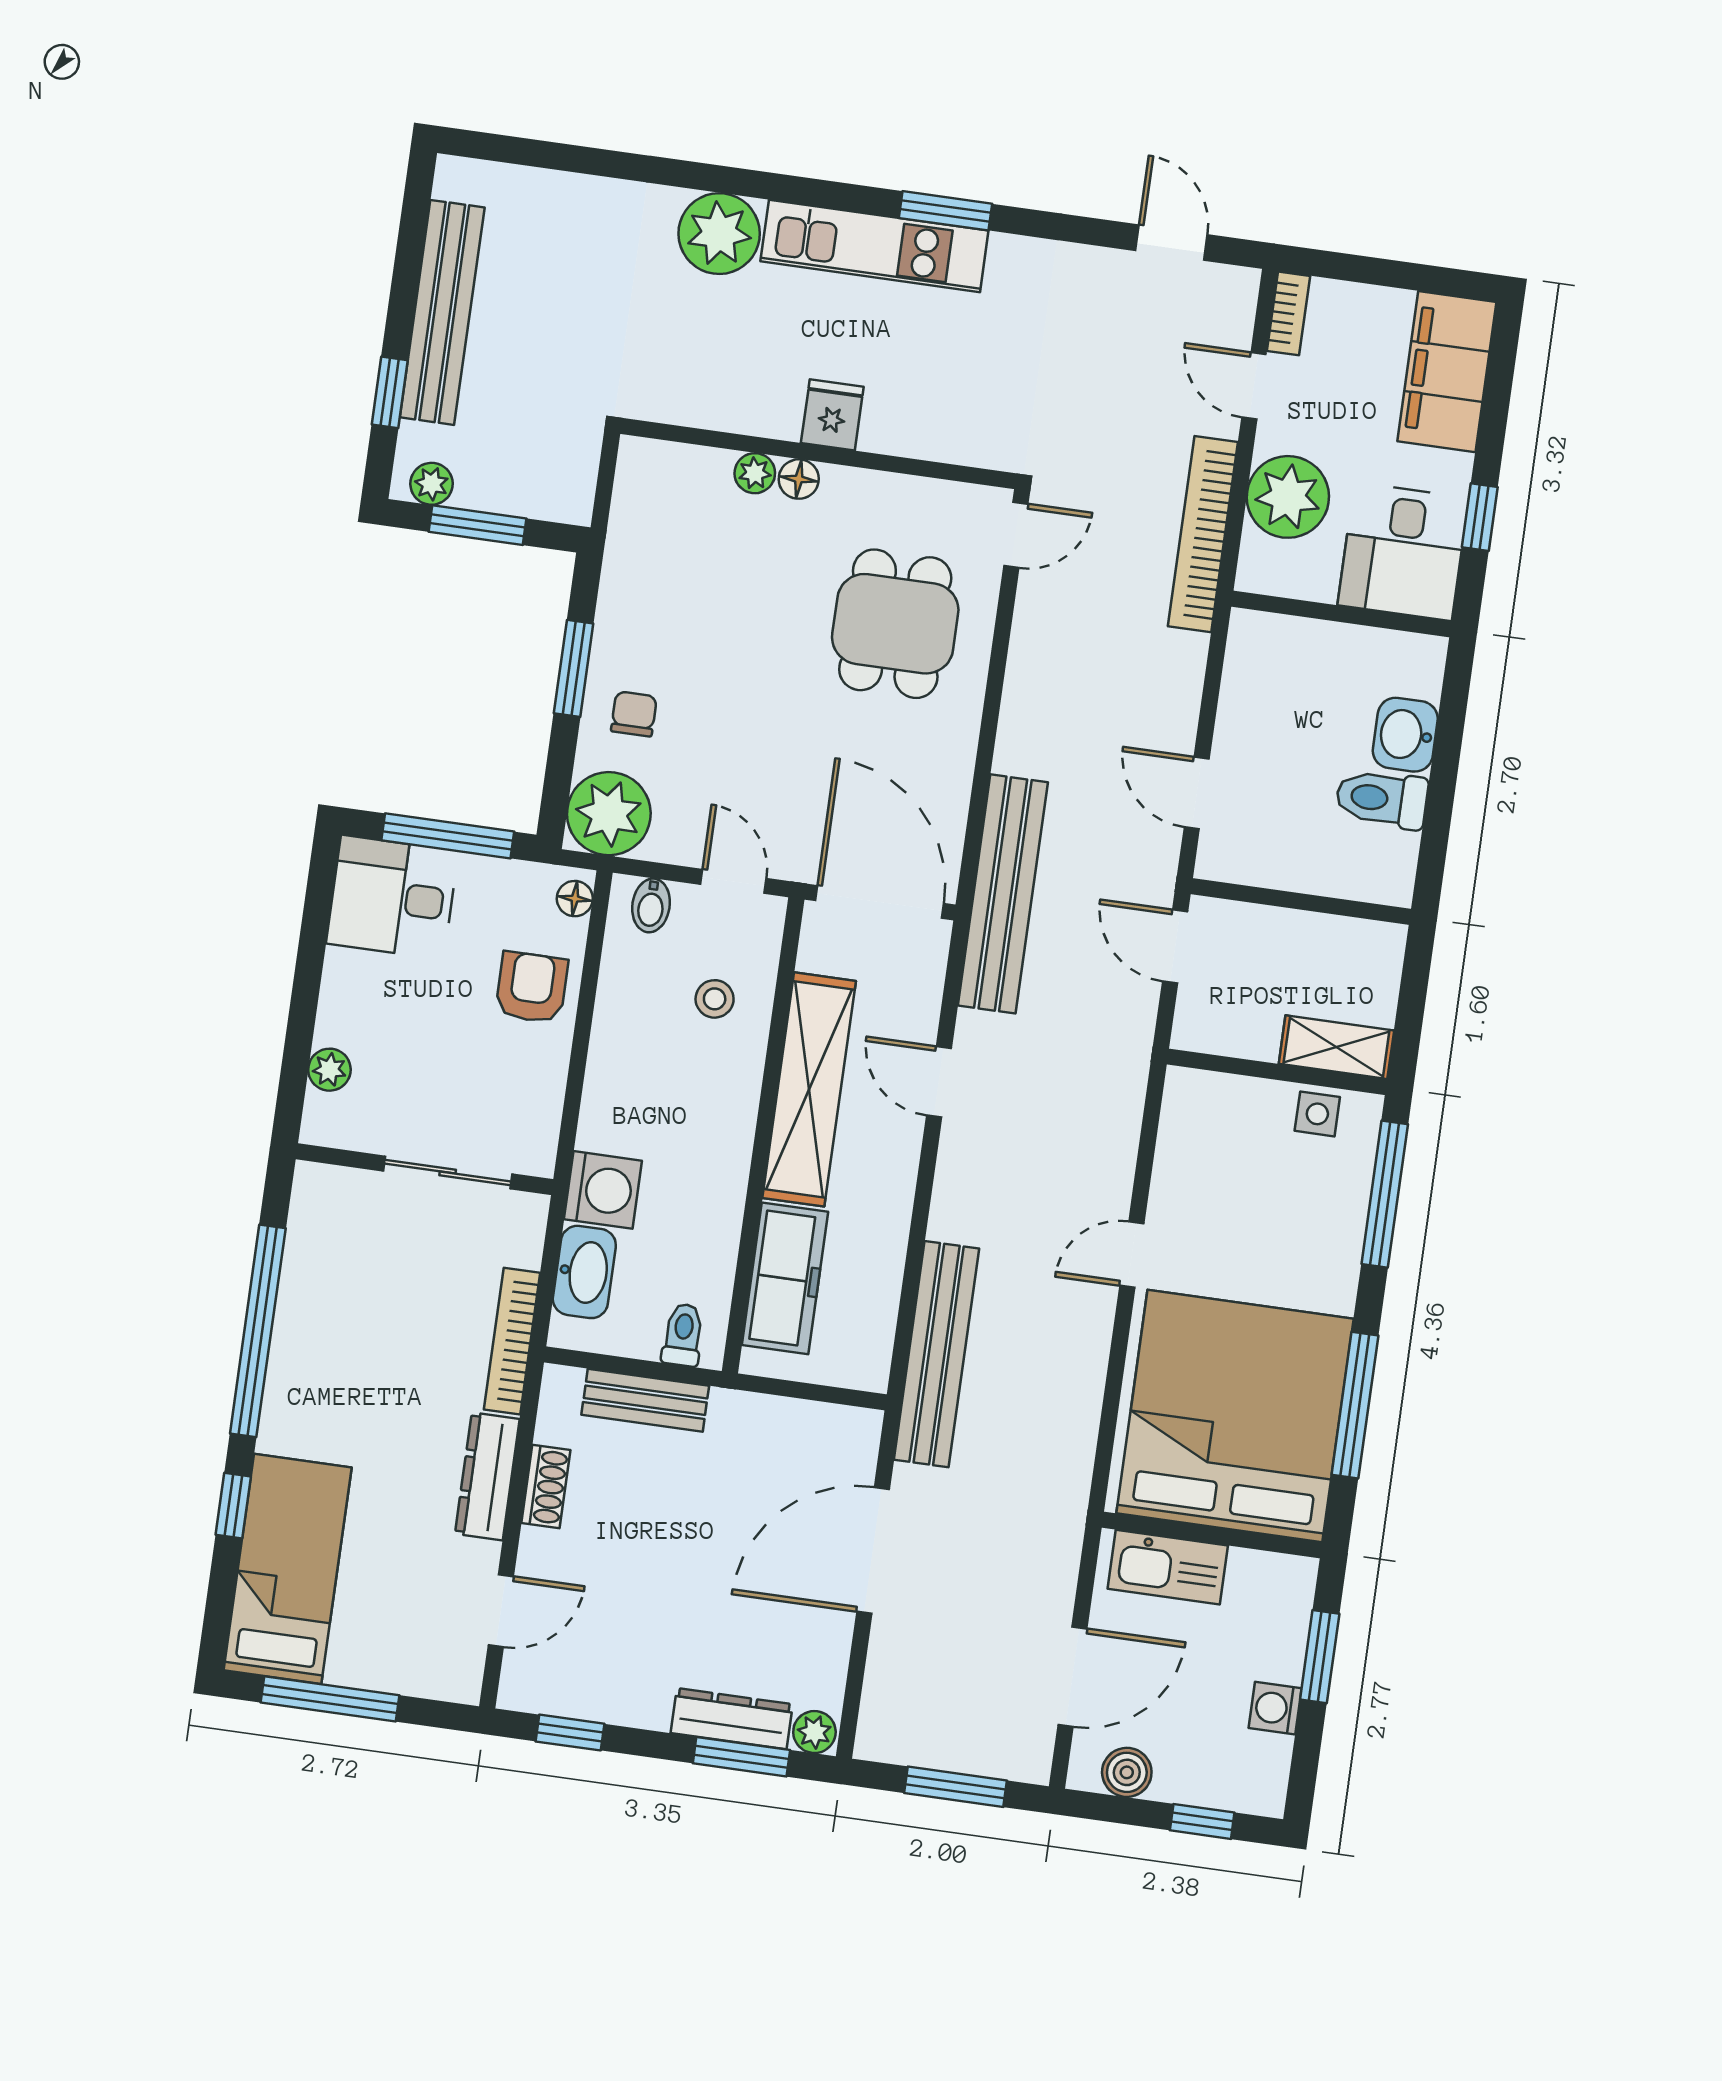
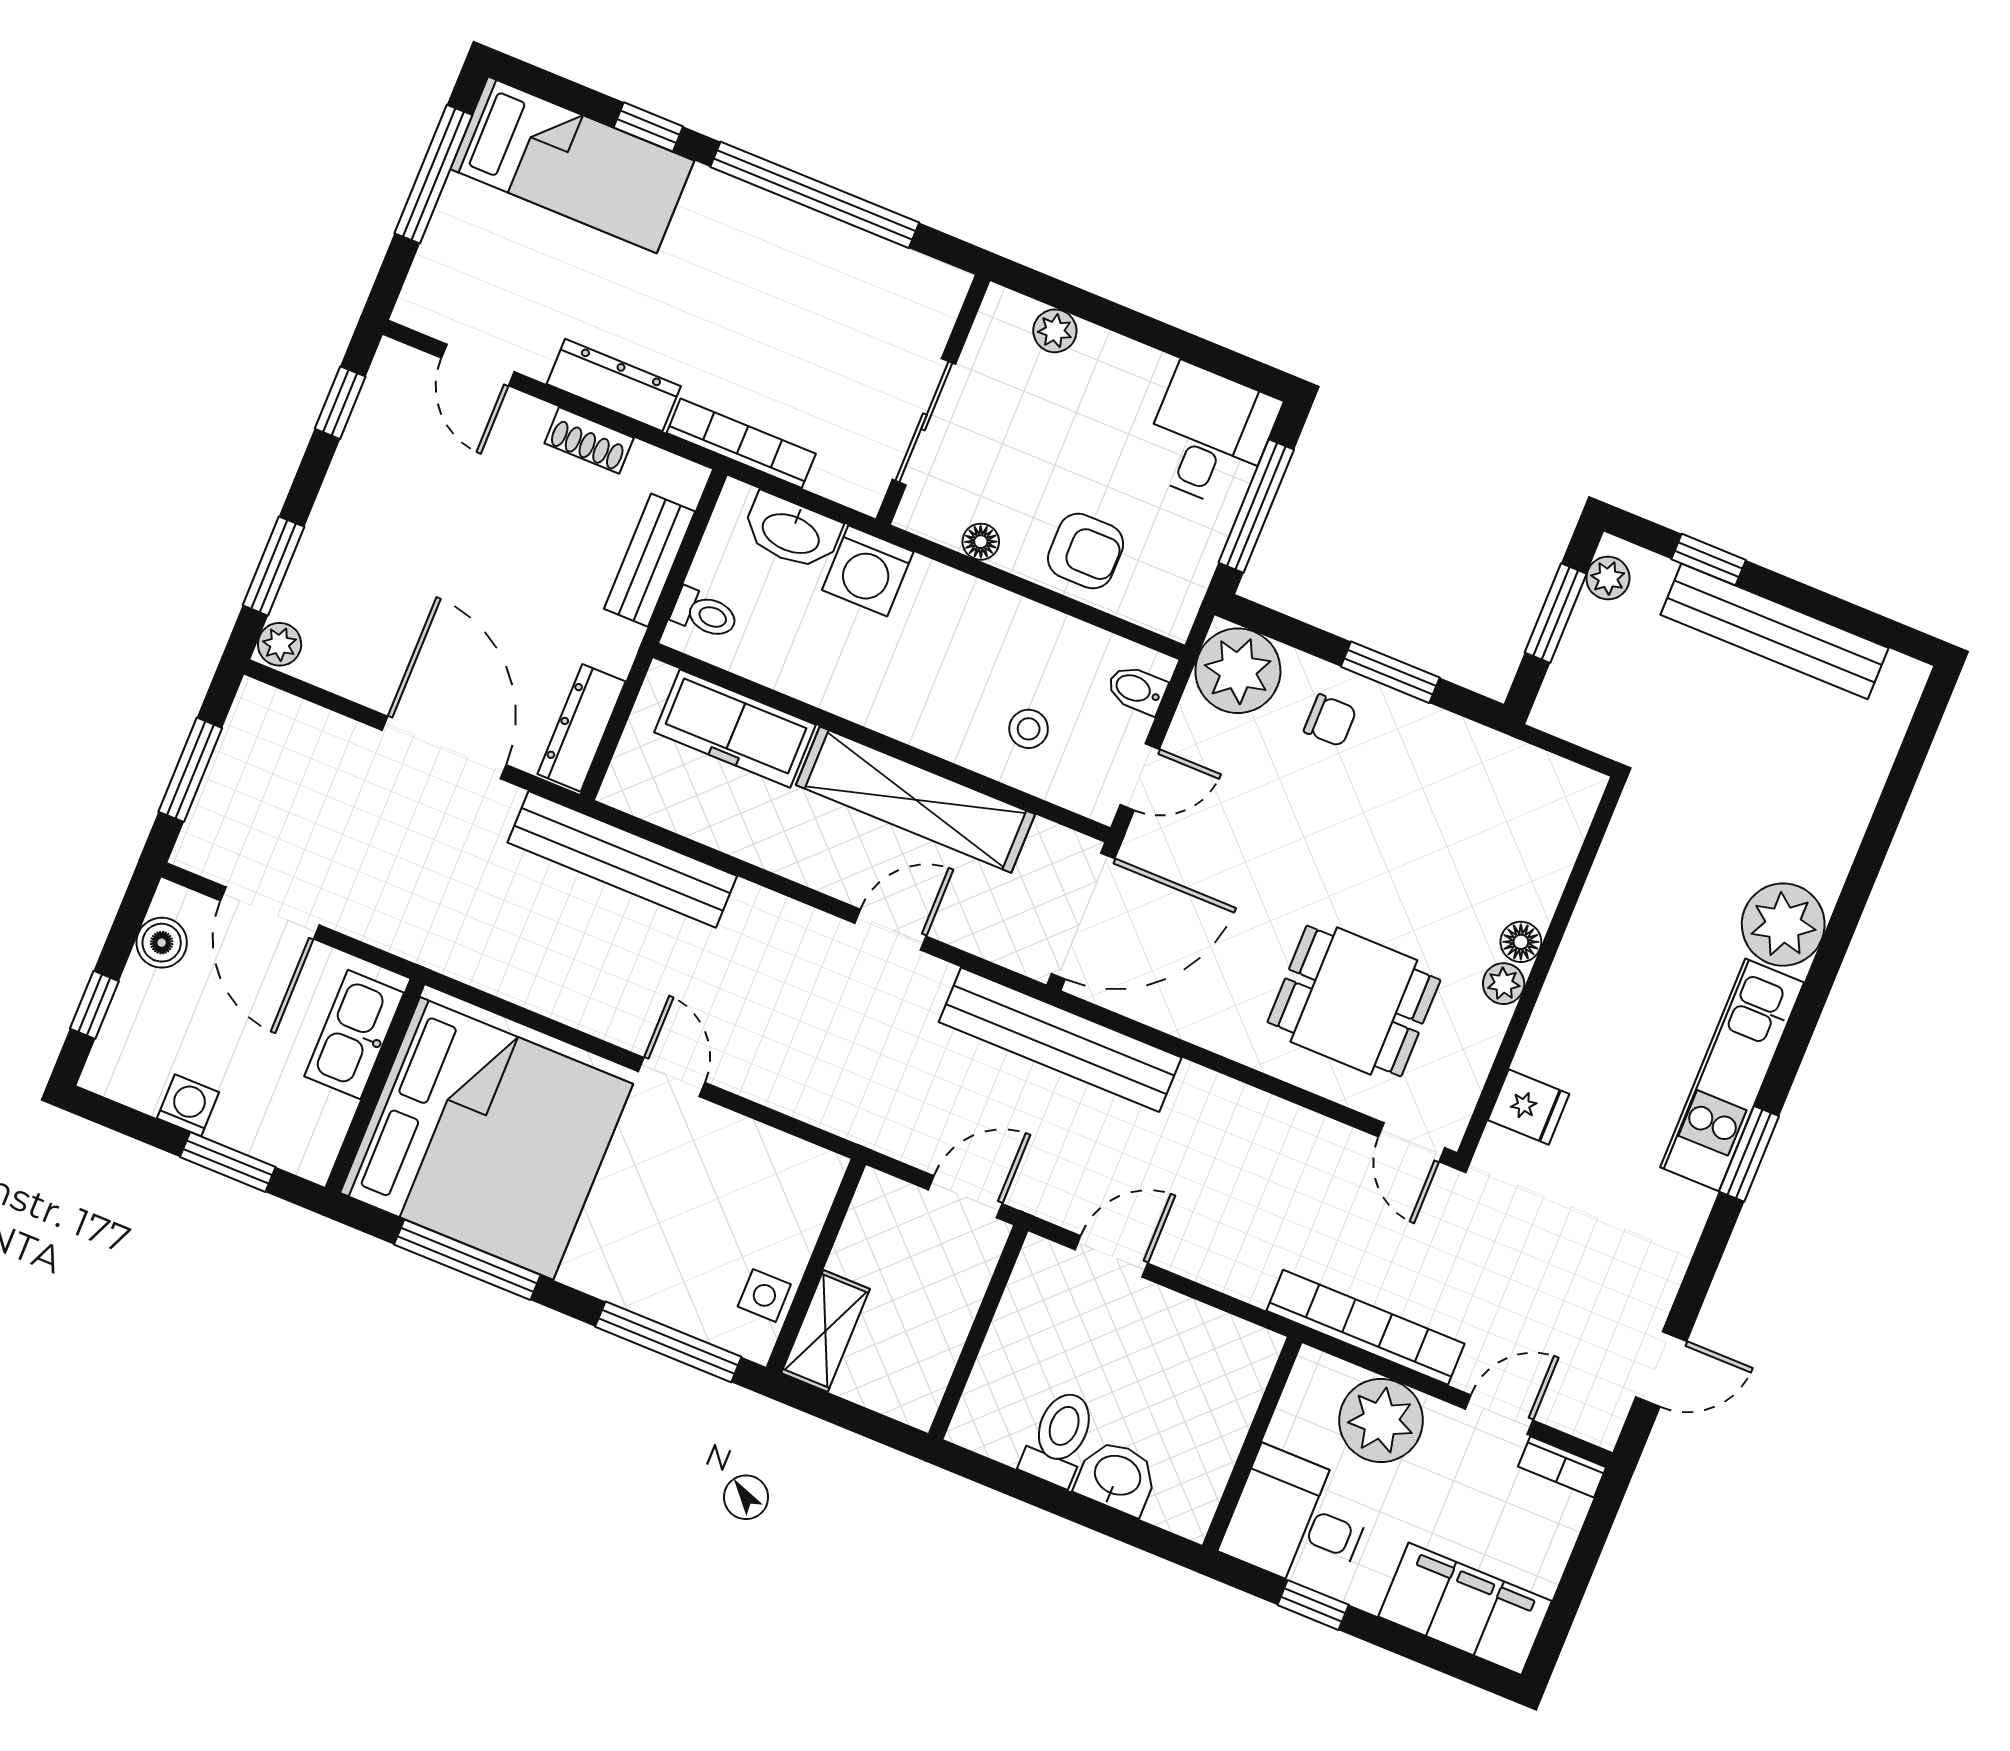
fridge: (832, 415) -> (1529, 1107), moved
plant: (755, 473) -> (1504, 984), moved
floor lamp: (575, 899) -> (981, 542), moved
dresser: (732, 1719) -> (582, 728), moved, turned 180

